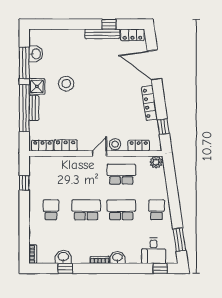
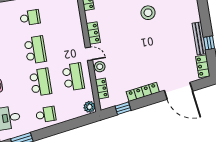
door: (154, 65) -> (178, 91), swing flipped
locker: (66, 145) -> (93, 33), moved

